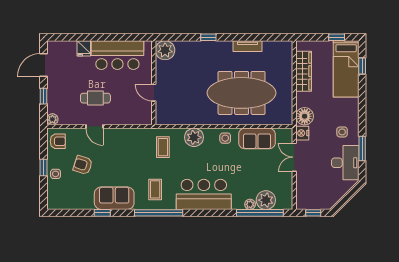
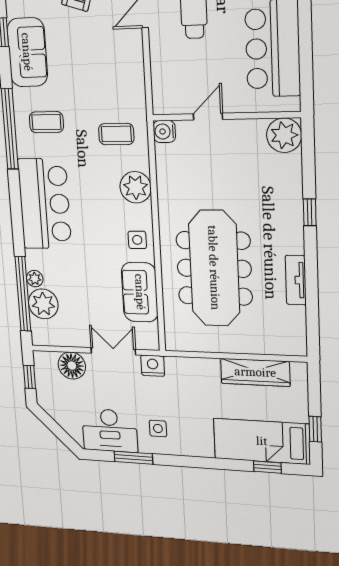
floor lamp: (305, 116) -> (72, 366), moved
water cooler: (162, 118) -> (164, 131), added

